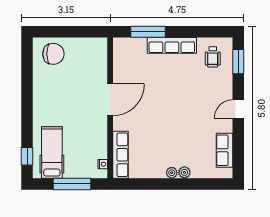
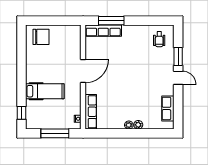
row of seats: (172, 45) -> (103, 31), moved
window: (238, 62) -> (178, 56), moved
door: (238, 109) -> (178, 78), swing flipped
hospital bed: (52, 152) -> (45, 91), moved, turned 90

